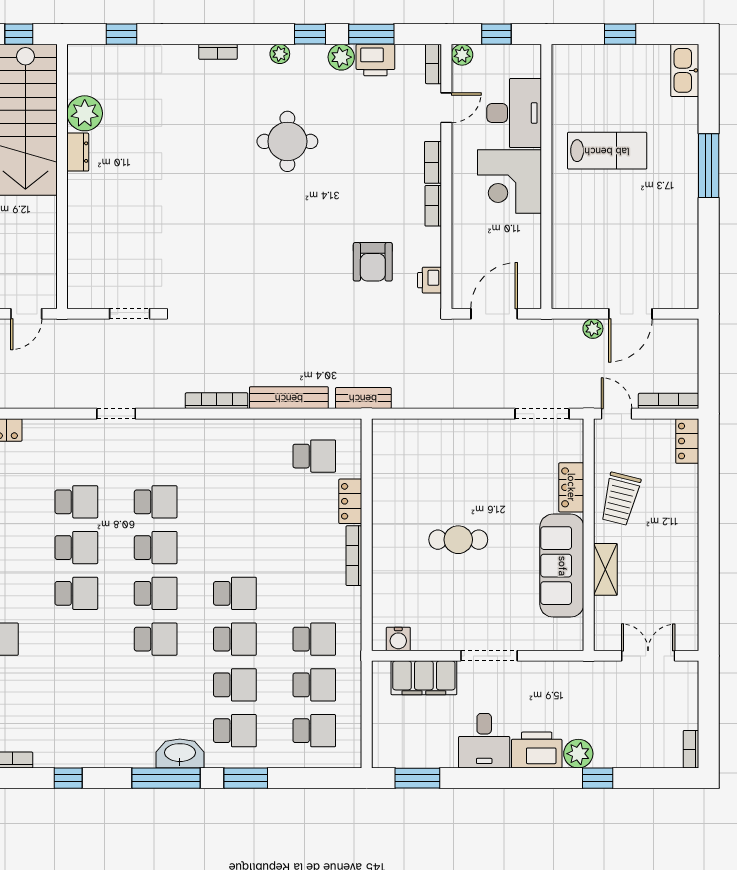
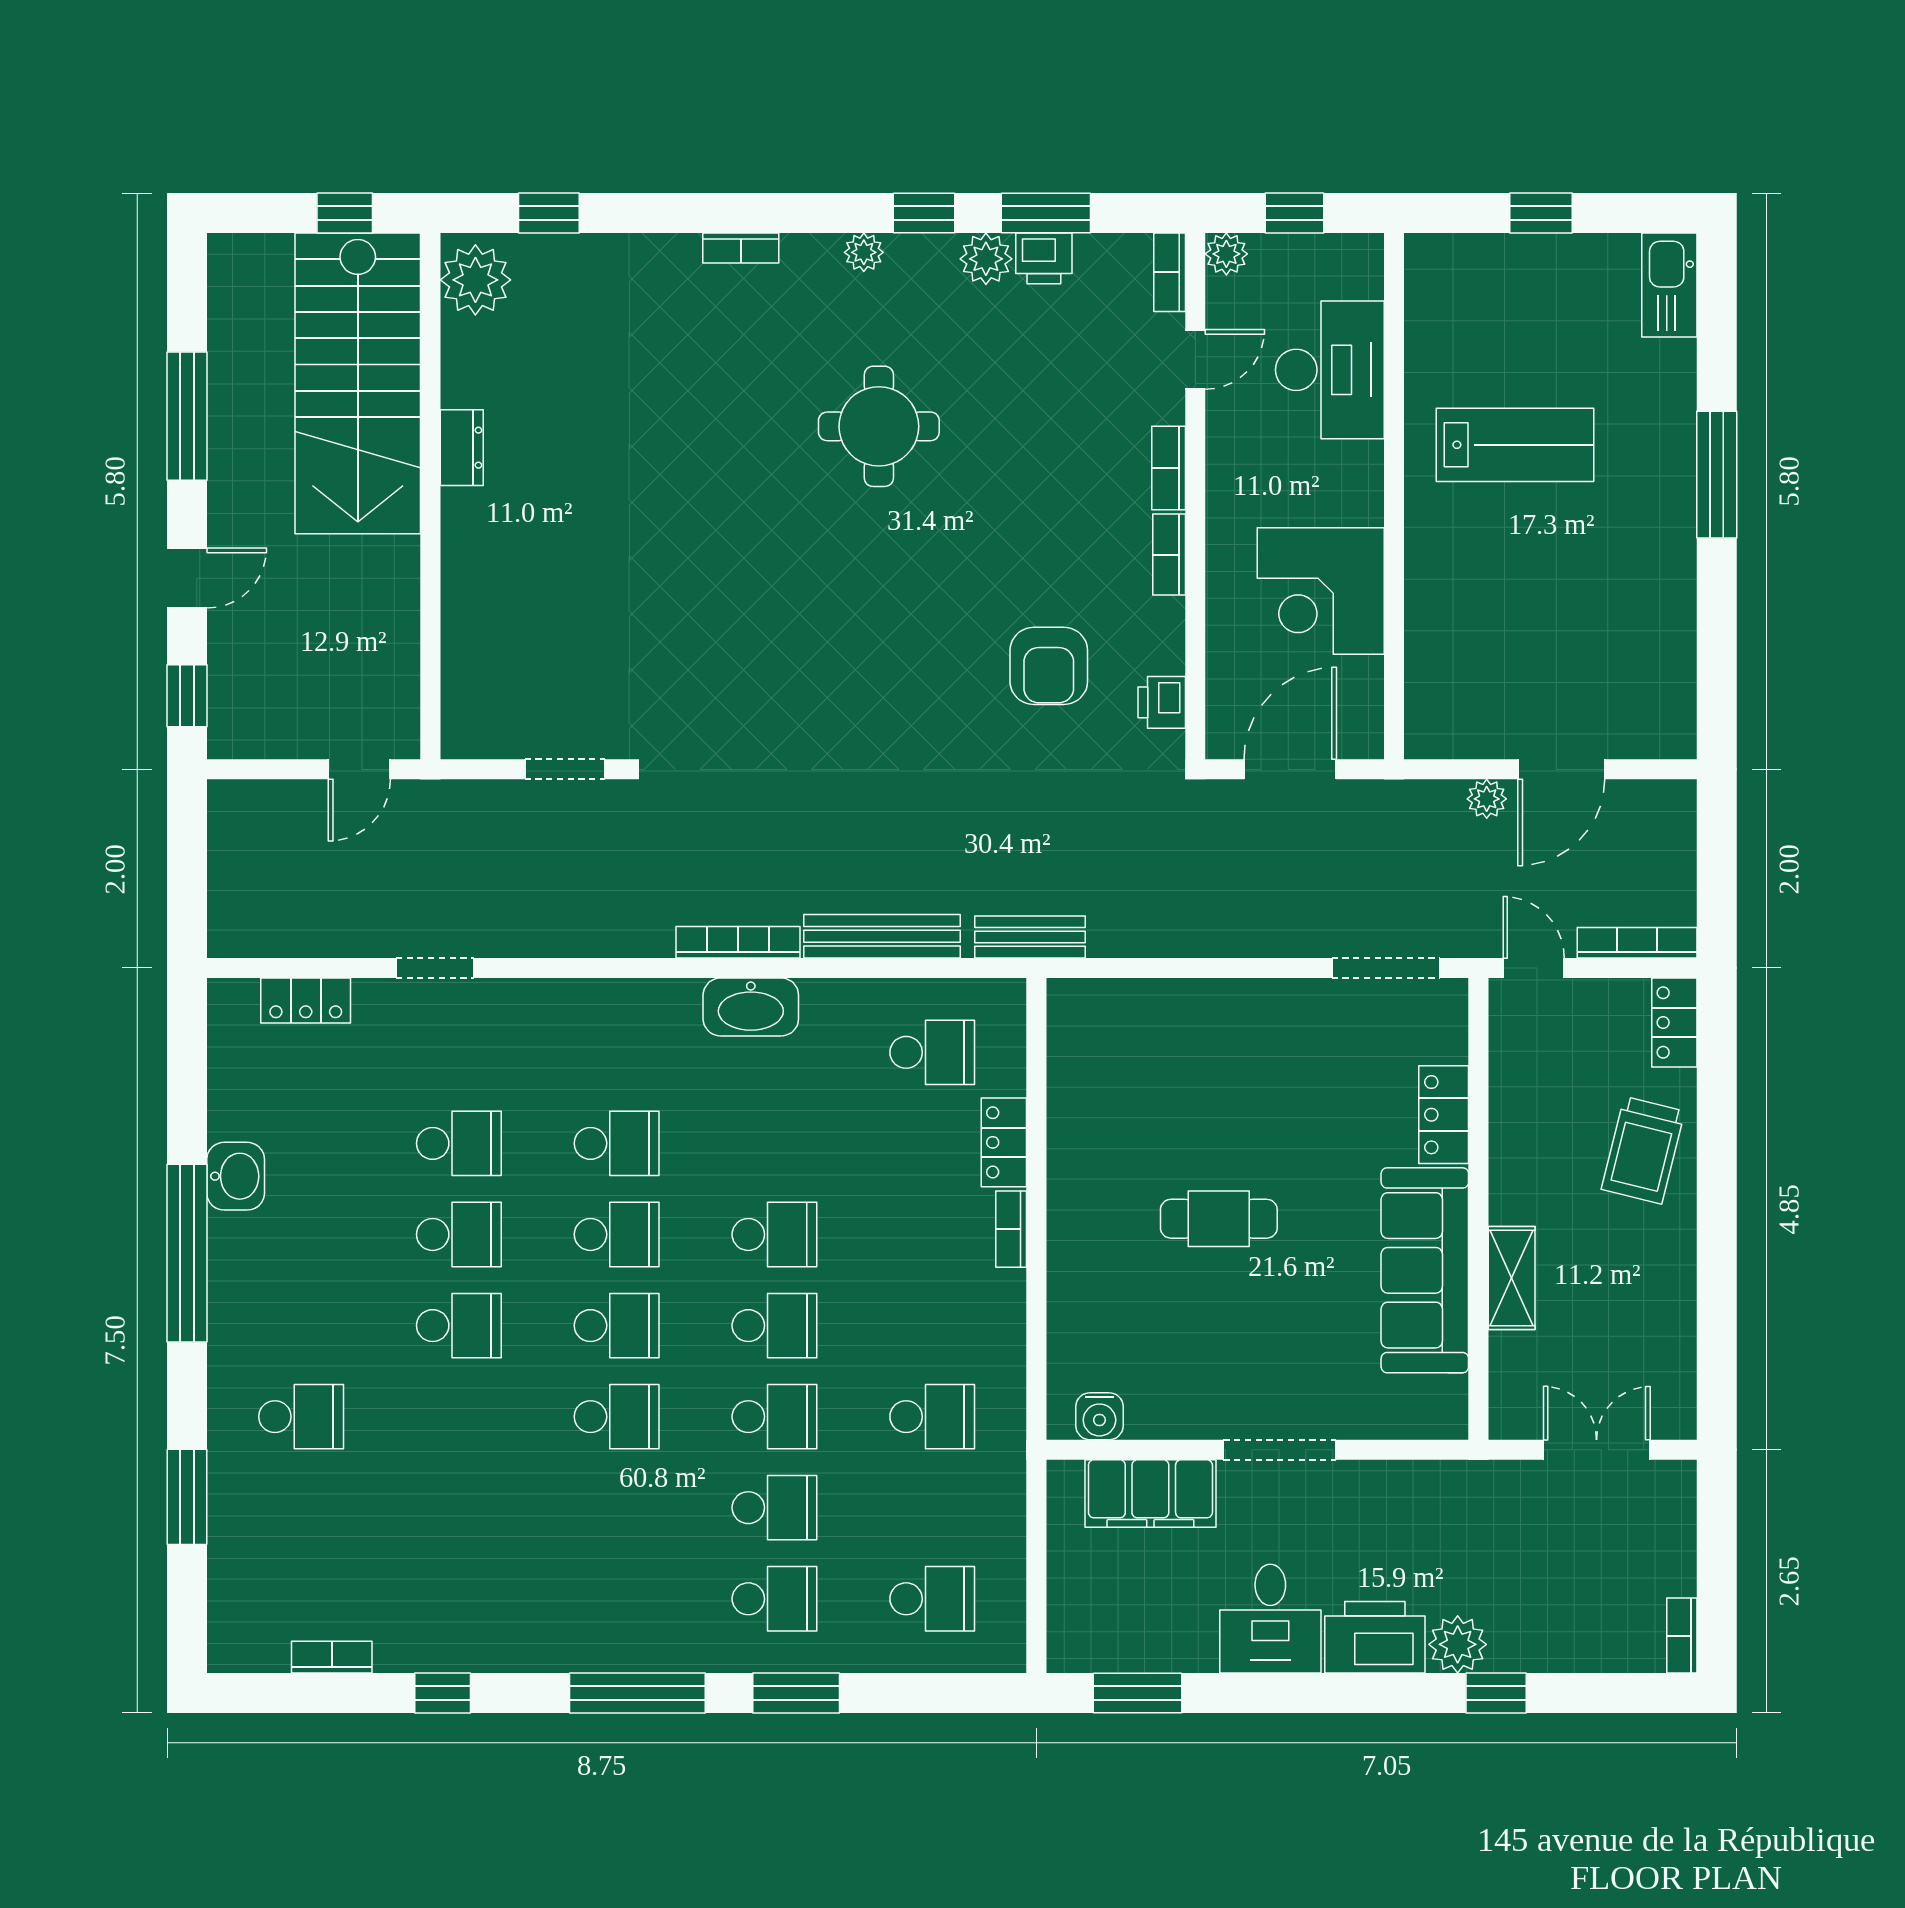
printer: (375, 60) -> (1044, 258), width x0.73, depth x0.81
plant: (85, 113) -> (475, 280), moved
corner desk: (509, 182) -> (1321, 591), moved
doorway: (116, 414) -> (435, 968), moved
trolley: (620, 499) -> (1643, 1150), moved
bookcase: (354, 556) -> (1011, 1229), width x0.64
school desk: (314, 685) -> (774, 1234), moved
washbasin: (180, 753) -> (751, 1007), moved, turned 180

